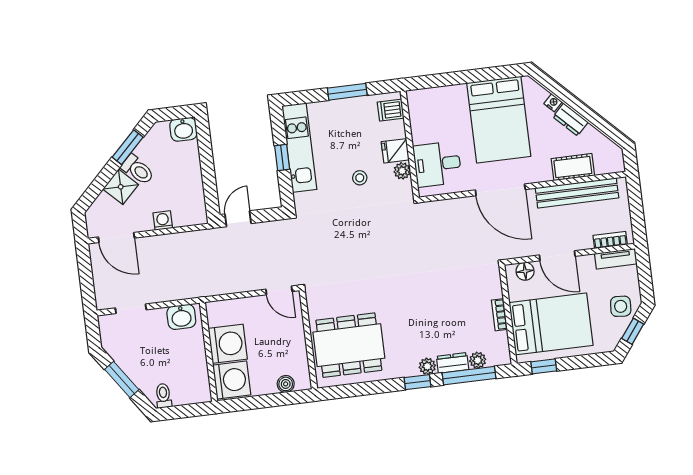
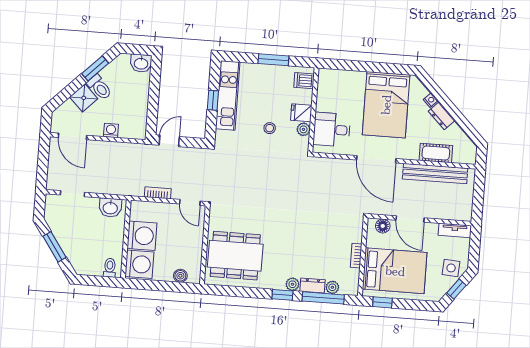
bookcase: (610, 240) -> (158, 193), moved
toilet: (163, 396) -> (110, 268), moved

